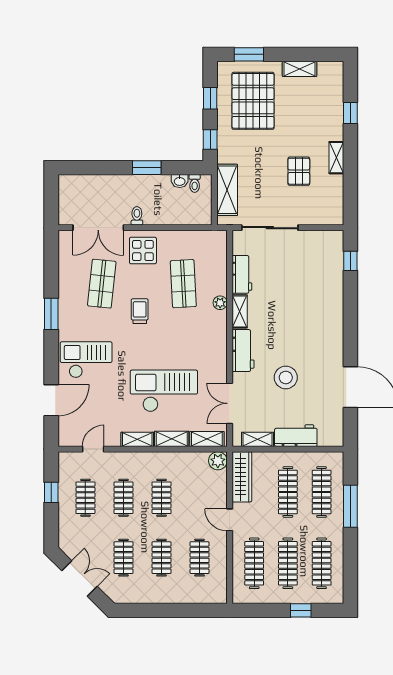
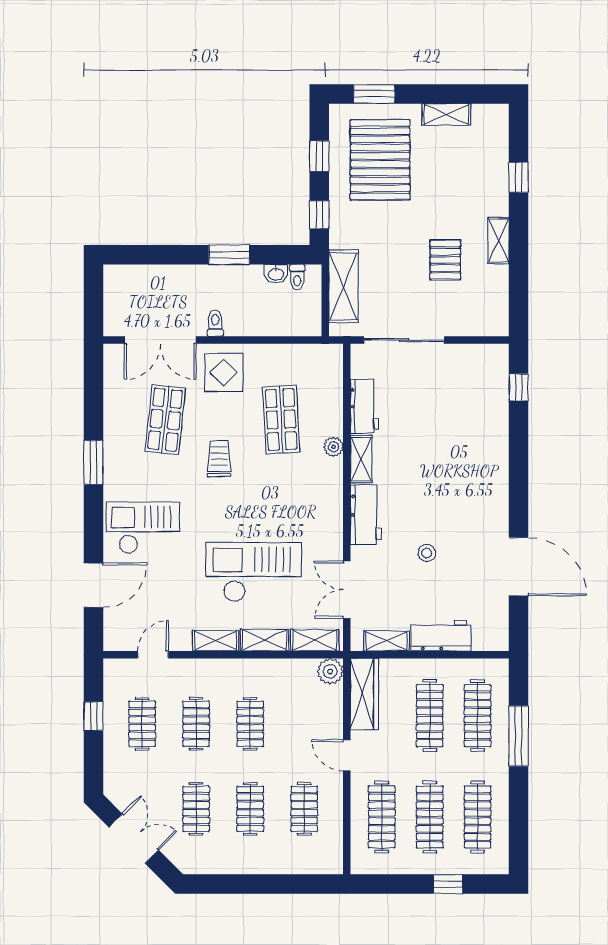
stool: (286, 377) -> (427, 553), width x0.53, depth x0.53

